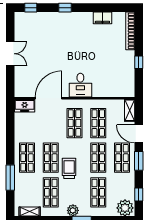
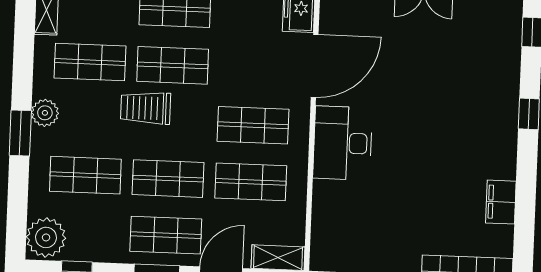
desk: (80, 85) -> (343, 143), width x1.37
door: (49, 98) -> (315, 66), hinge flipped
trolley: (69, 168) -> (146, 108), turned 180

